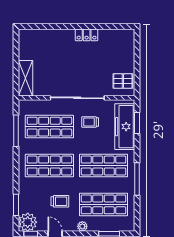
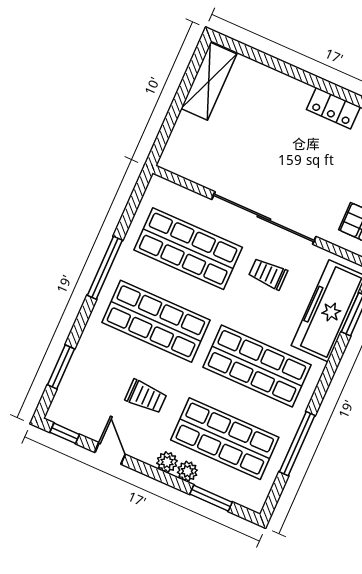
shelving: (25, 78) -> (209, 81), moved
window: (16, 131) -> (105, 268), moved
window: (137, 179) -> (297, 444), moved
plant: (28, 222) -> (187, 471), moved, width x0.53, depth x0.53

